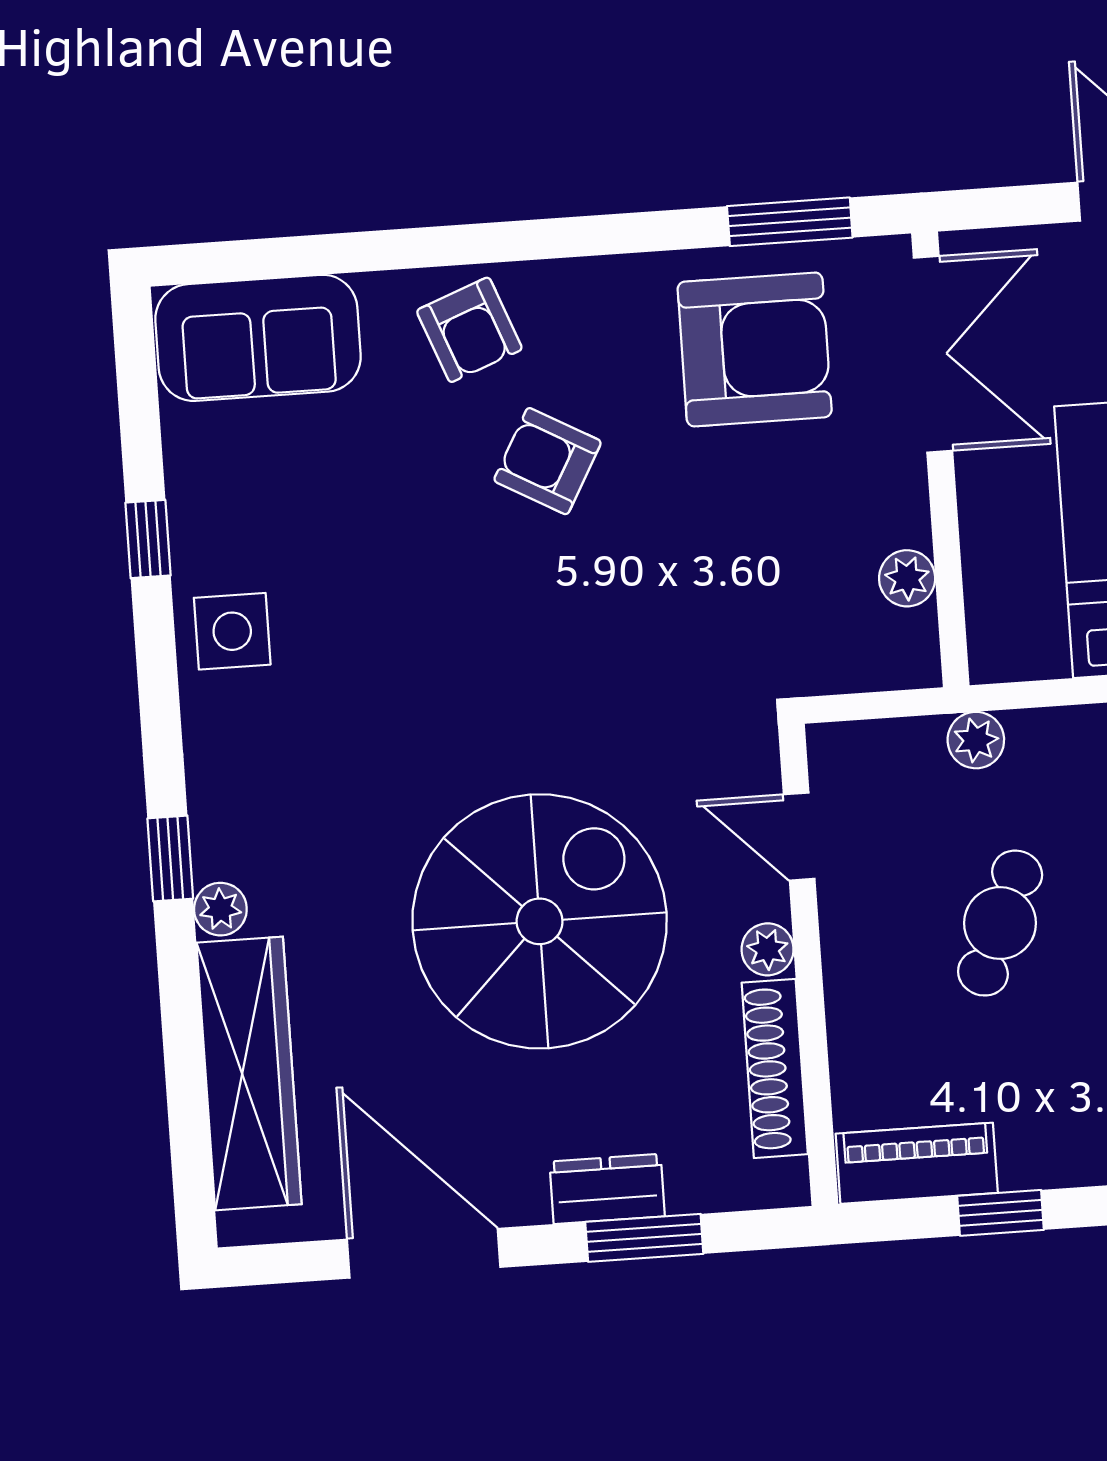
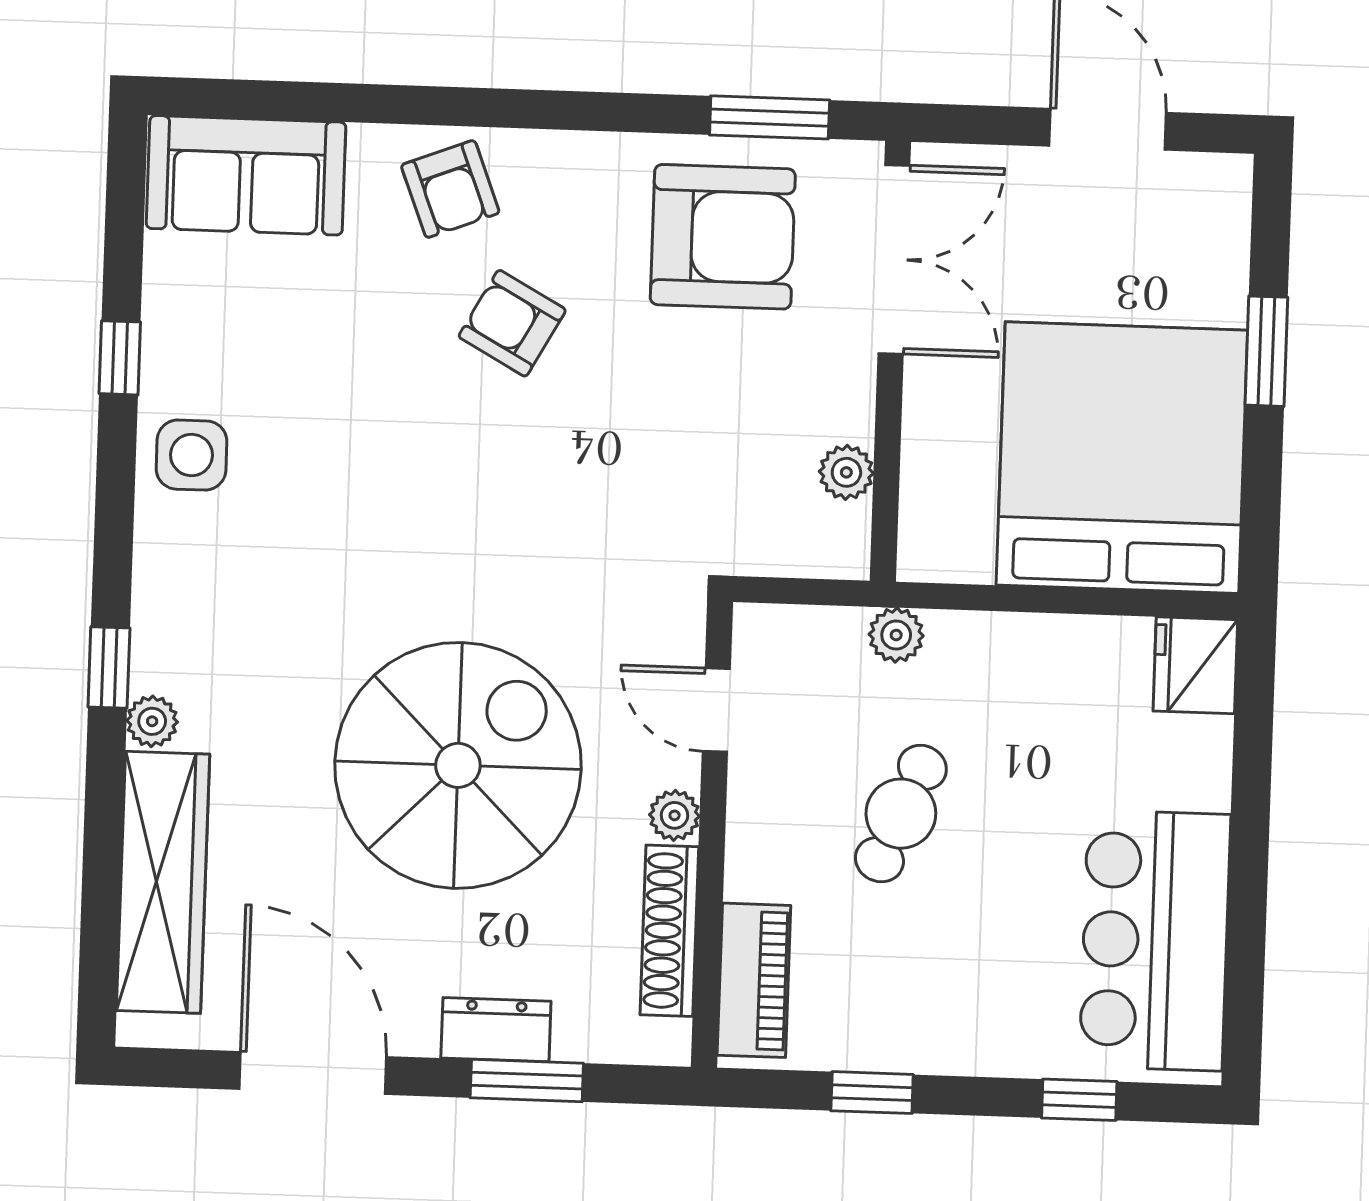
piano: (917, 1163) -> (754, 980), moved, turned 90

